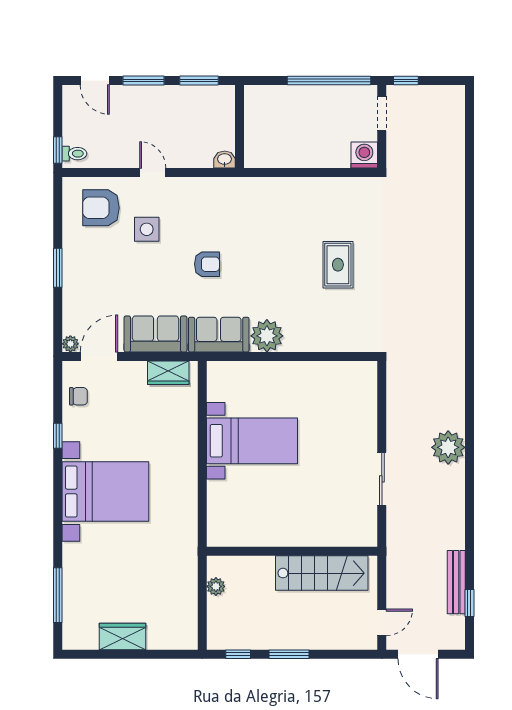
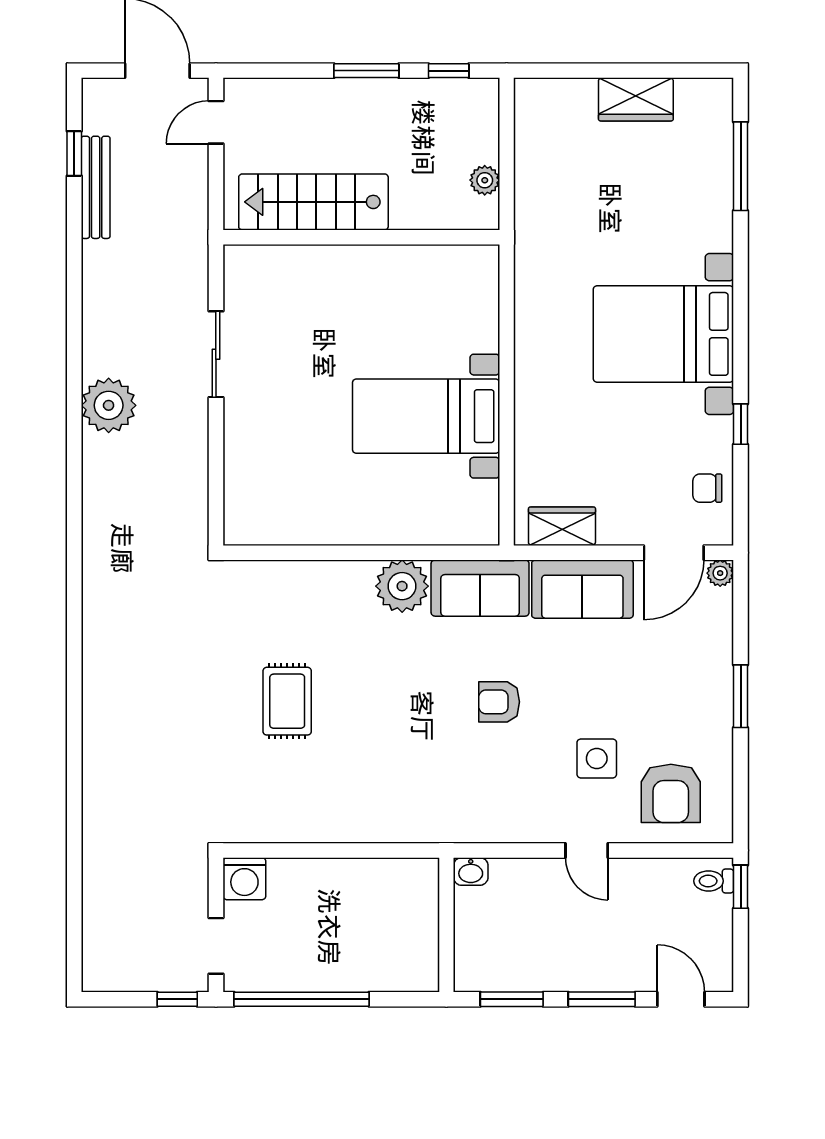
armchair: (101, 208) -> (671, 793), turned 90

